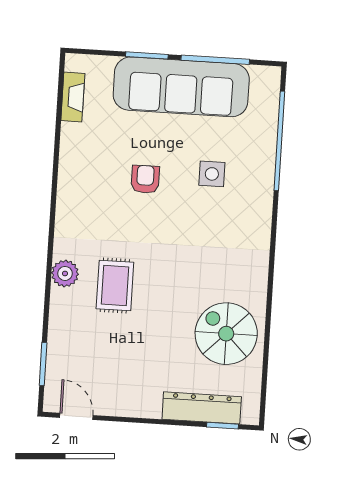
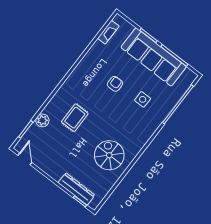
plant: (65, 273) -> (42, 120), moved
spiral stairs: (226, 334) -> (109, 155), moved

